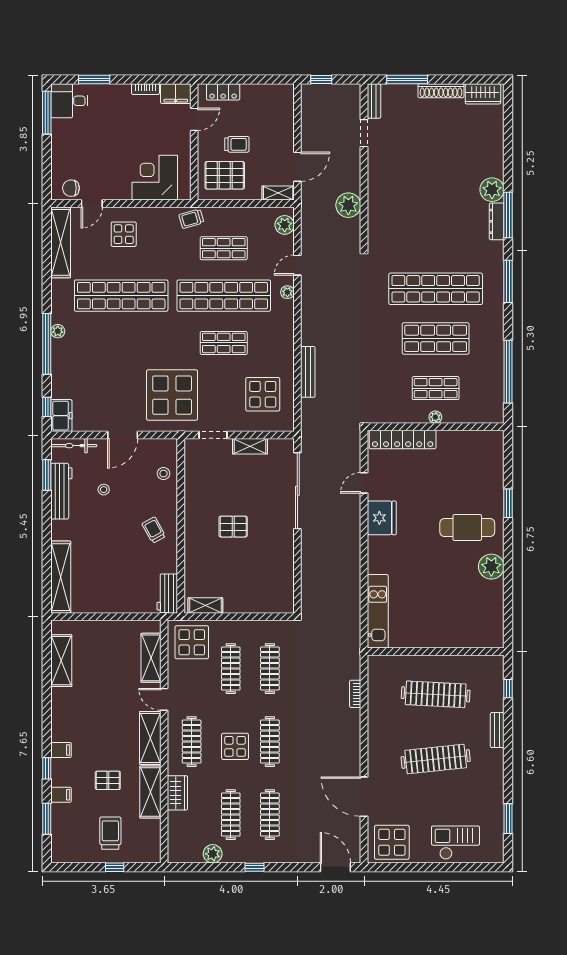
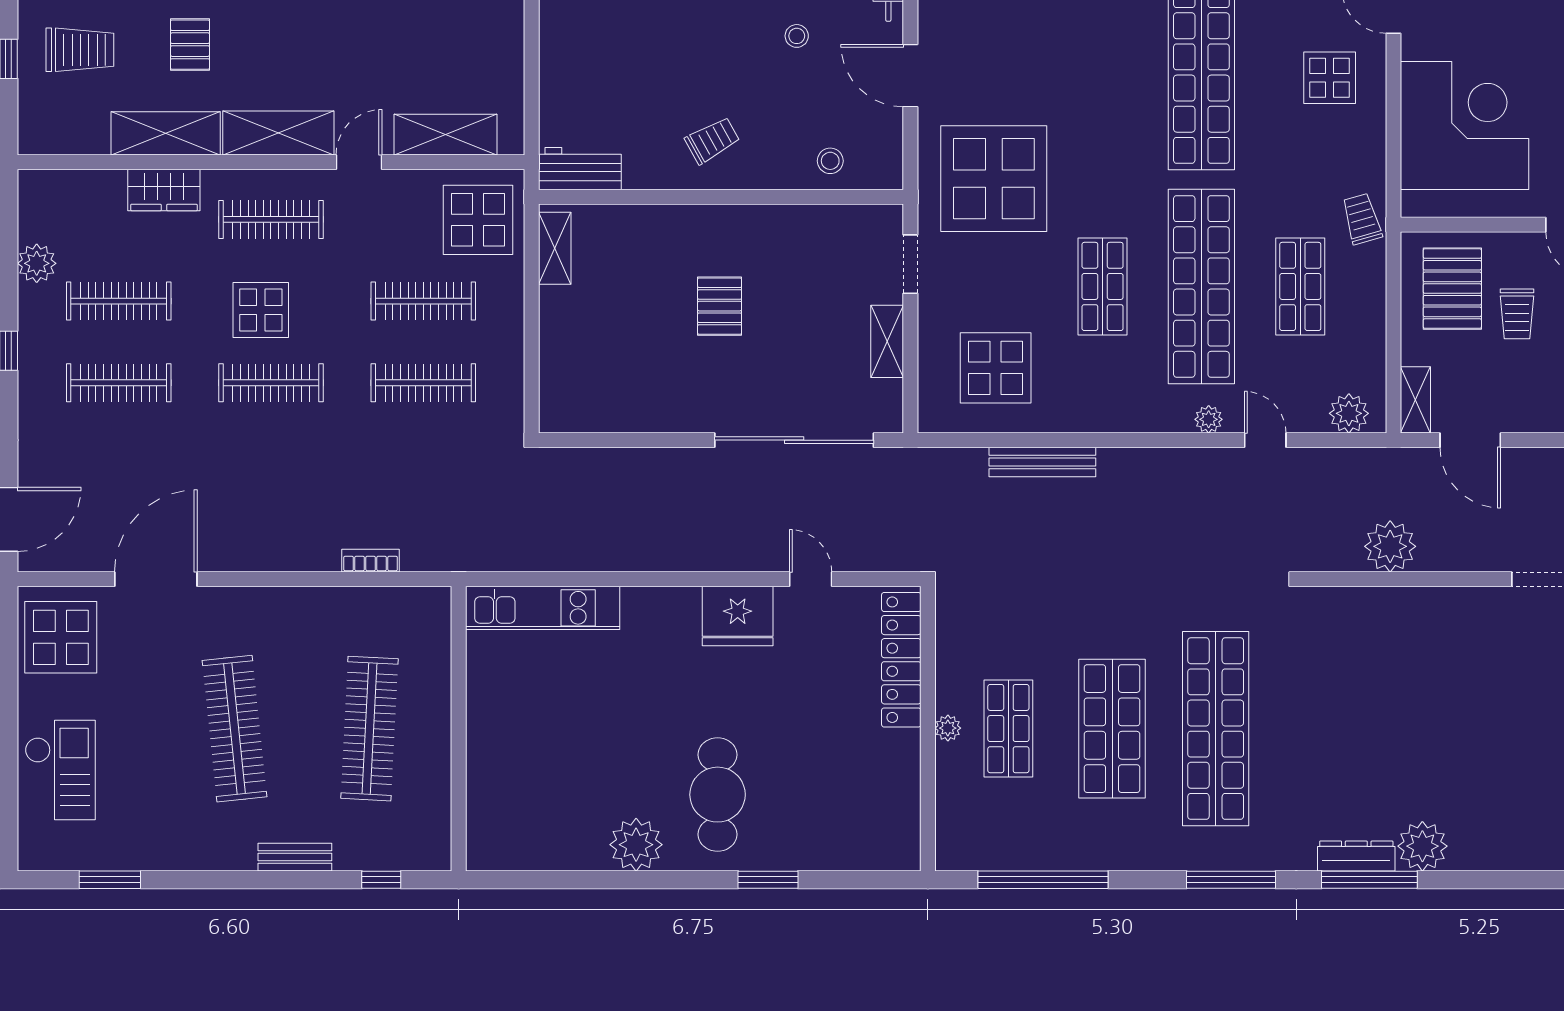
corner desk: (155, 178) -> (1465, 126), width x1.36, depth x1.36

